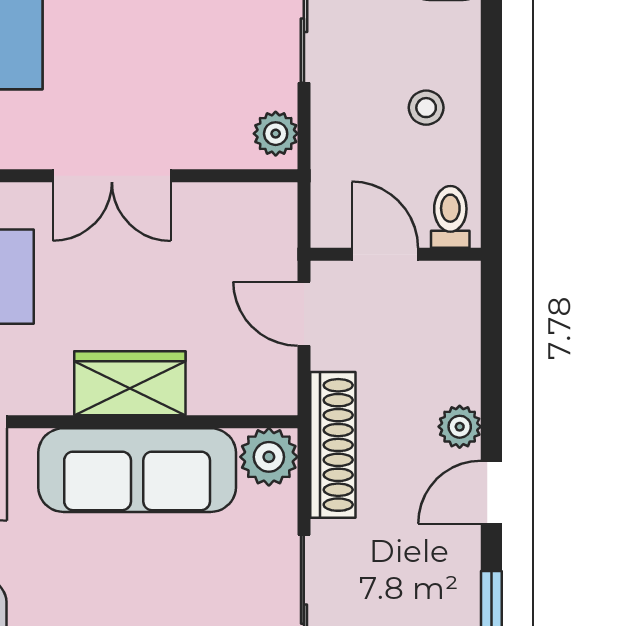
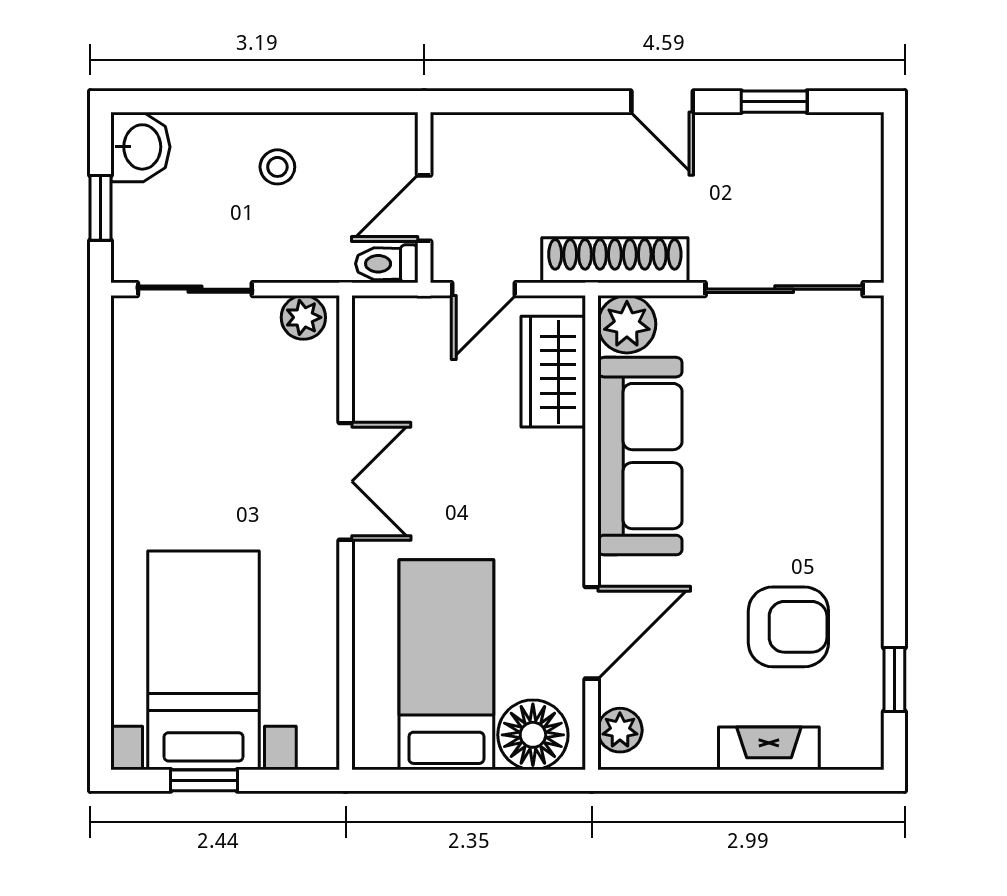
toilet: (450, 217) -> (387, 264), moved
wardrobe: (130, 383) -> (553, 372), moved
plant: (460, 427) -> (597, 133), removed

